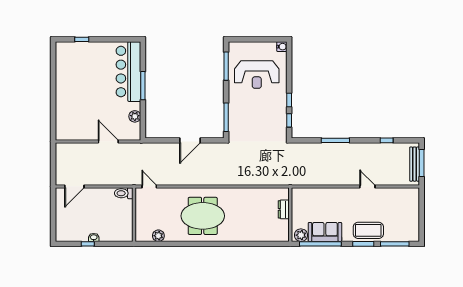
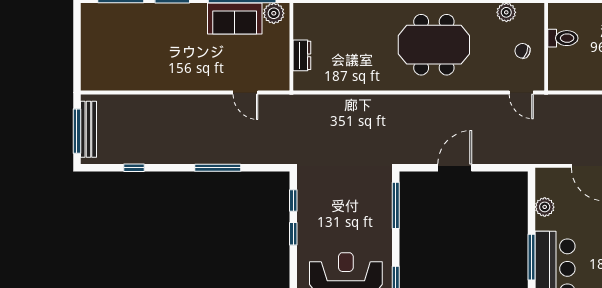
door: (367, 187) -> (245, 93), moved
toilet: (124, 193) -> (563, 38), moved
chair: (148, 212) -> (522, 51), added
coffee table: (368, 230) -> (164, 21), removed

